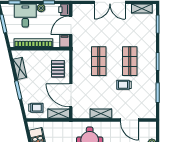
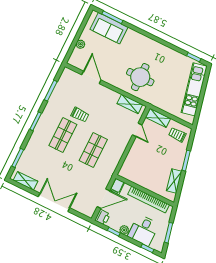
pallet: (58, 69) -> (137, 162), removed
door: (71, 95) -> (137, 130), width x0.53
shelving: (101, 114) -> (130, 104), moved

